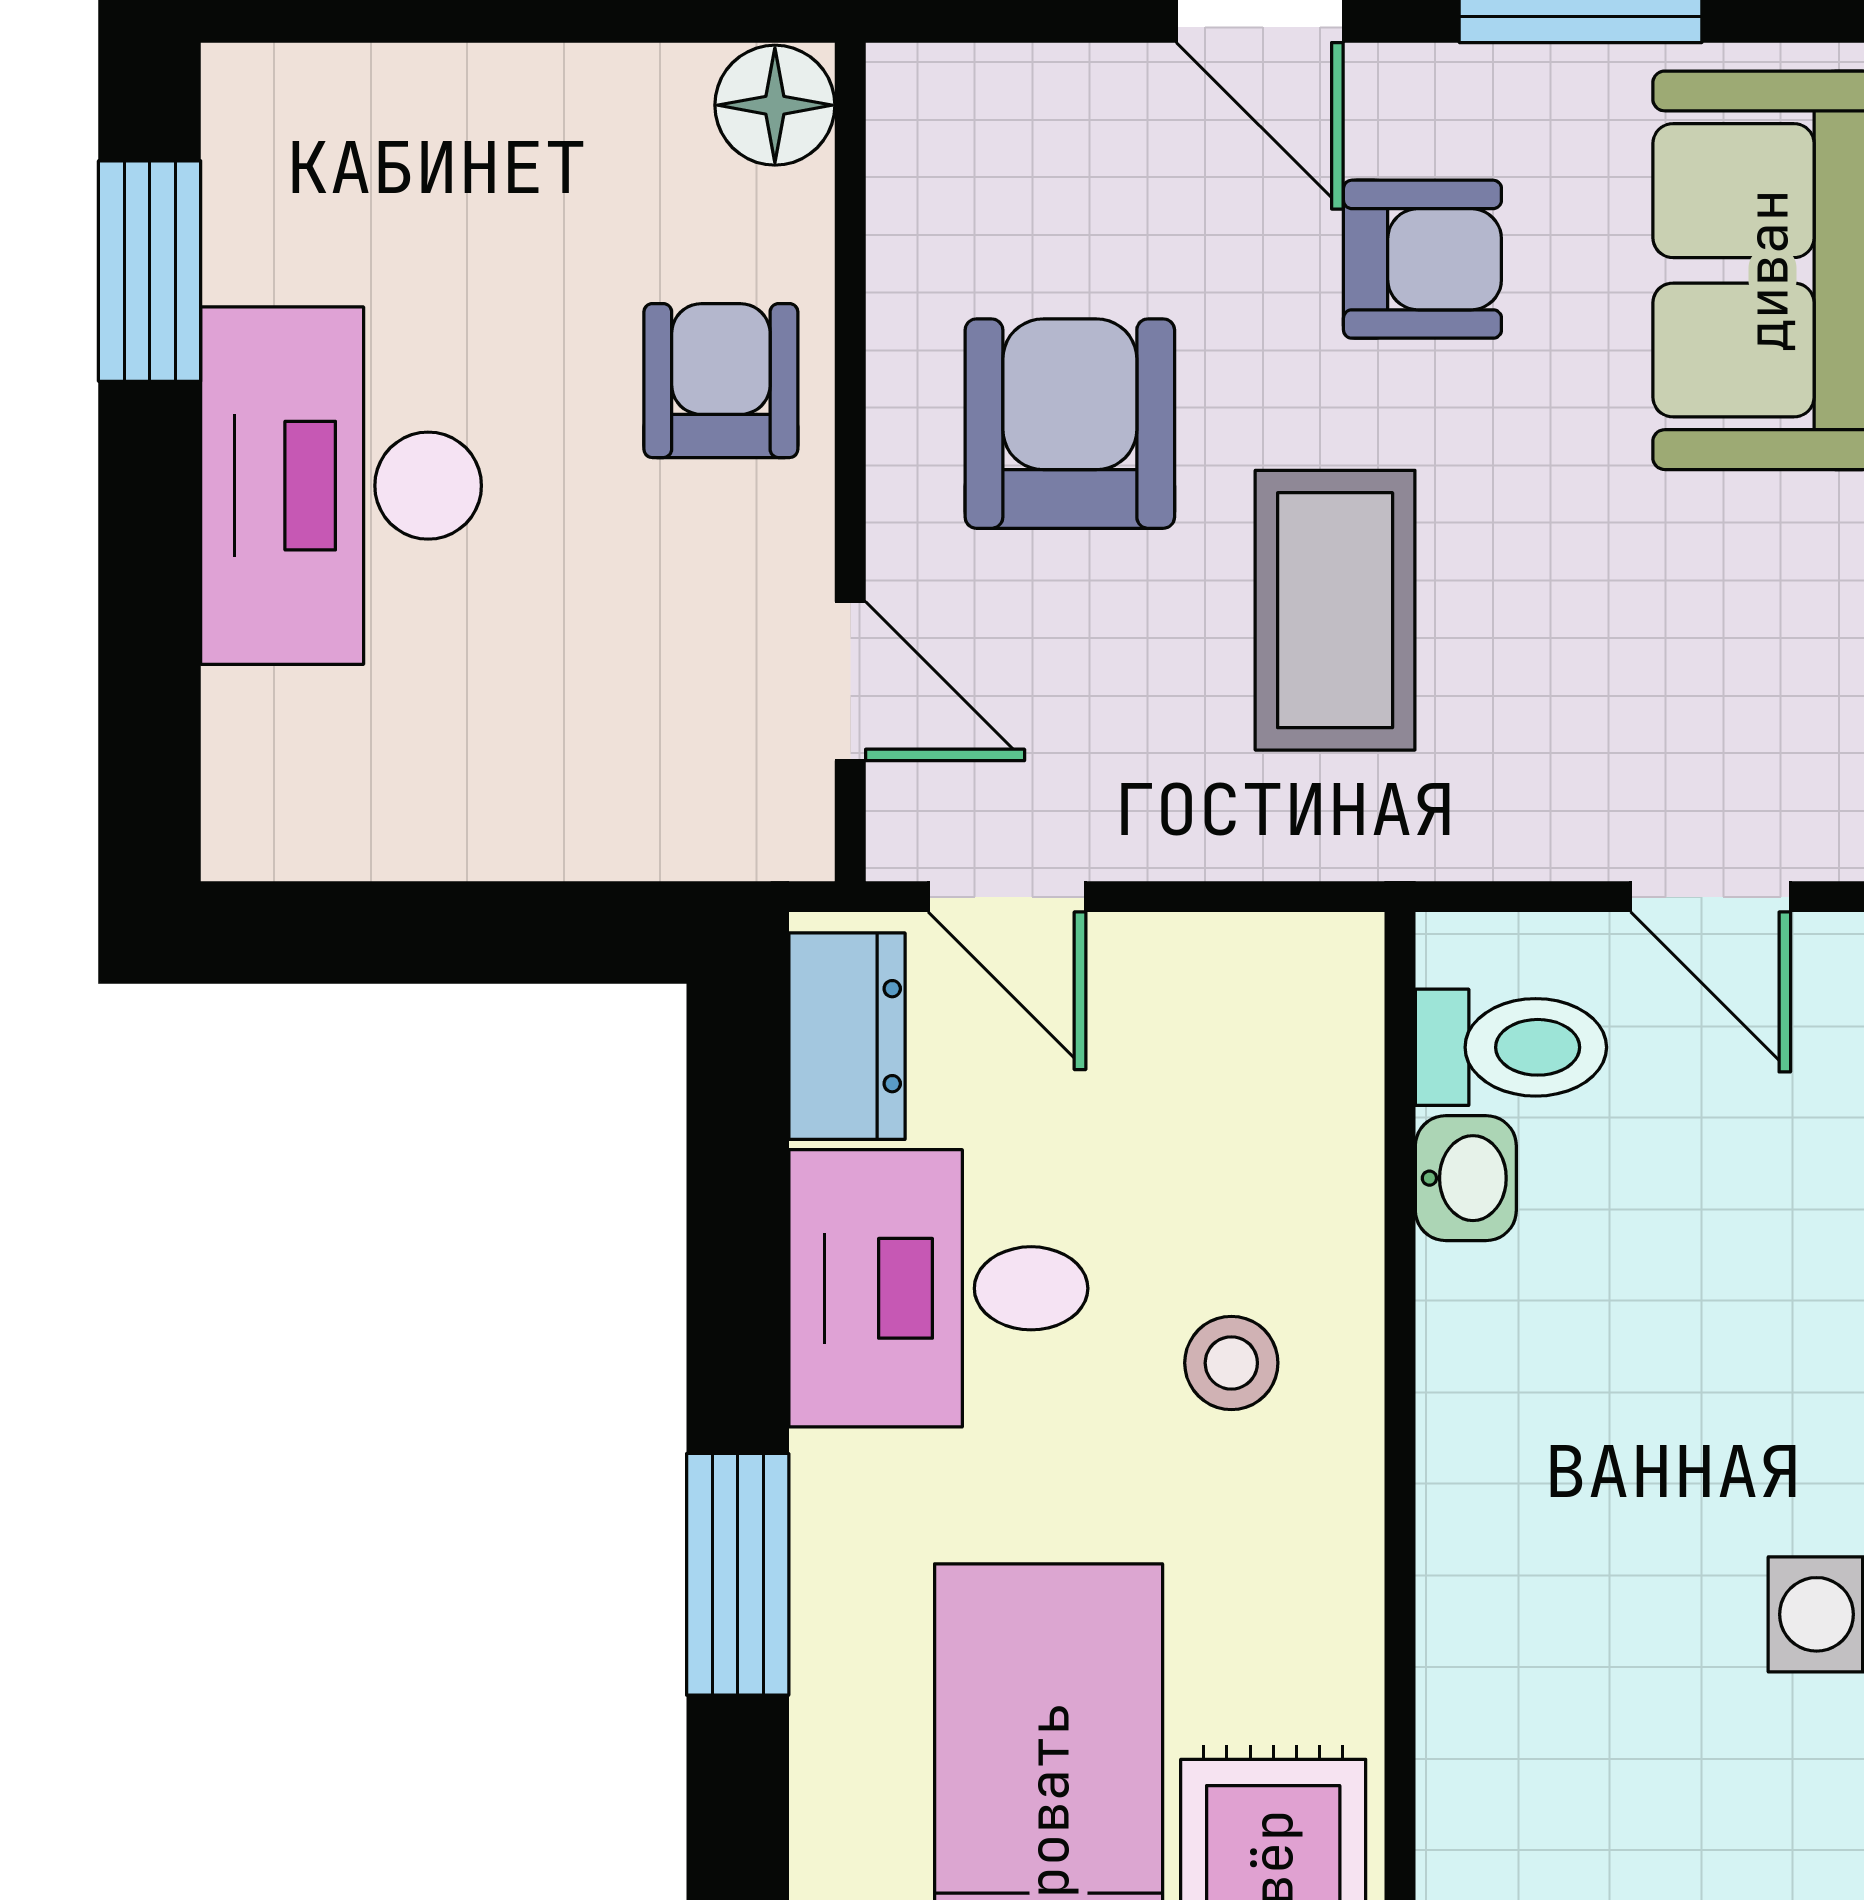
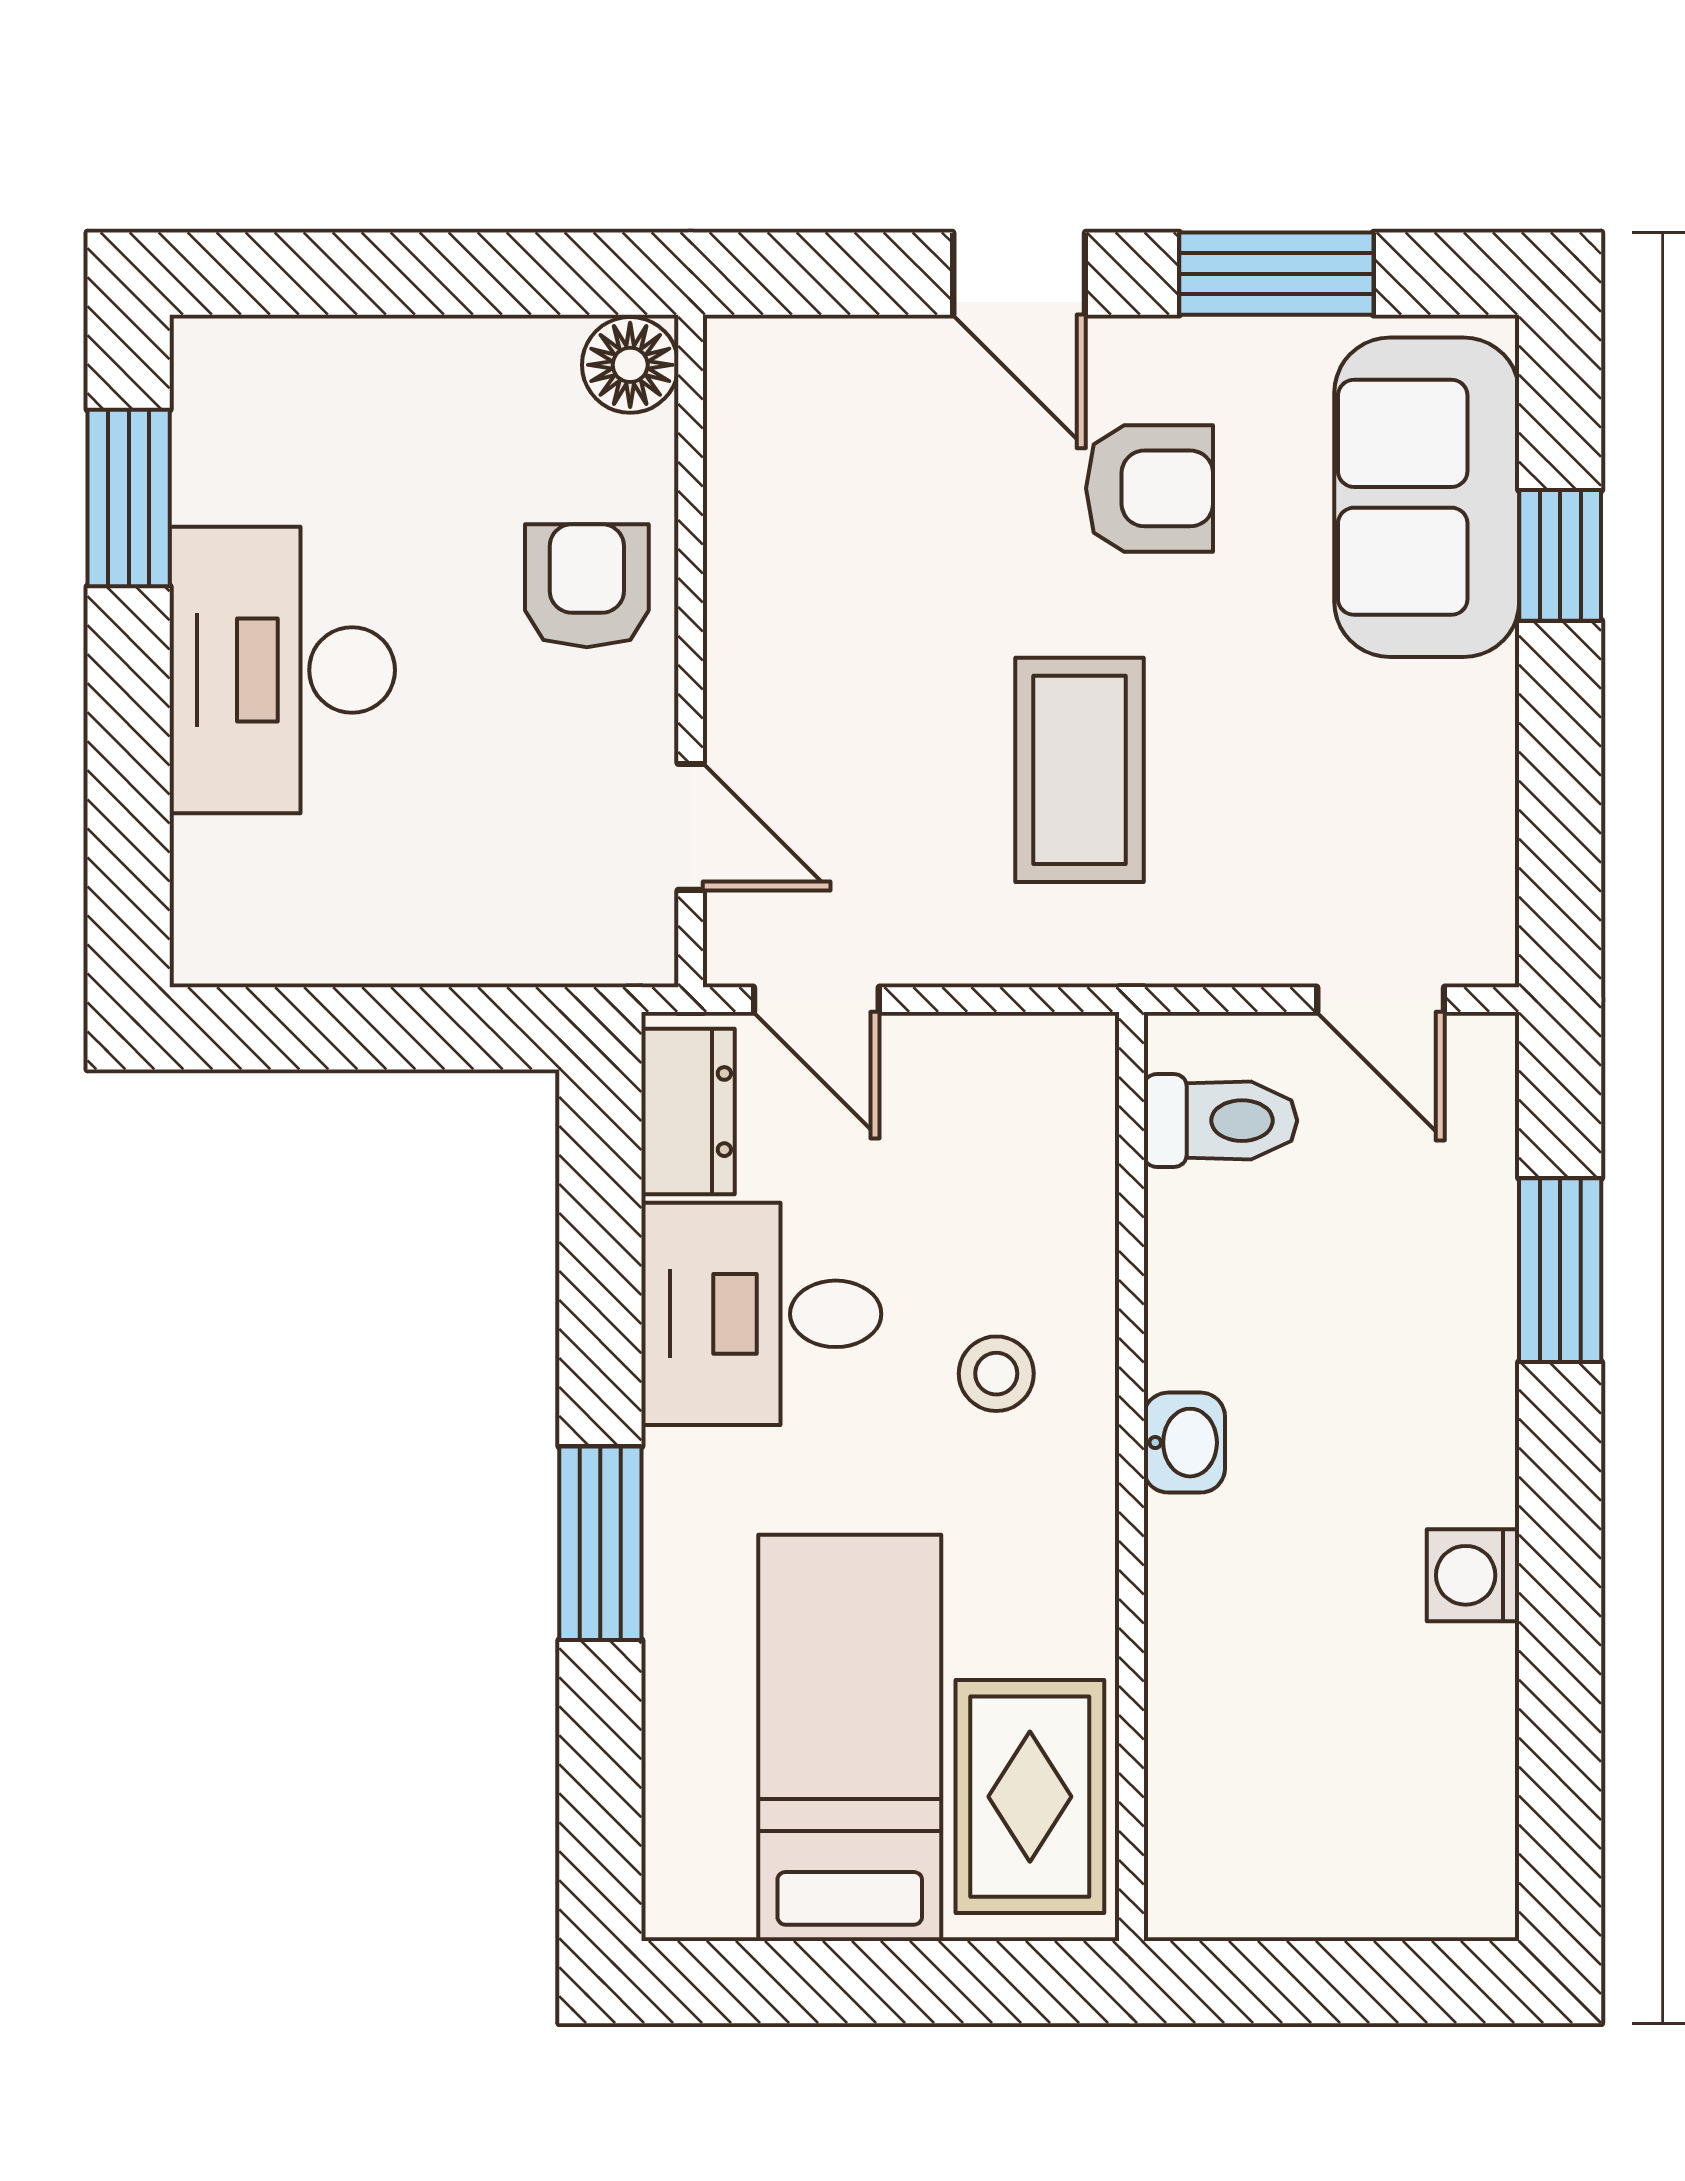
armchair: (1070, 424) -> (867, 620), removed
washbasin: (1466, 1178) -> (1184, 1443), moved

